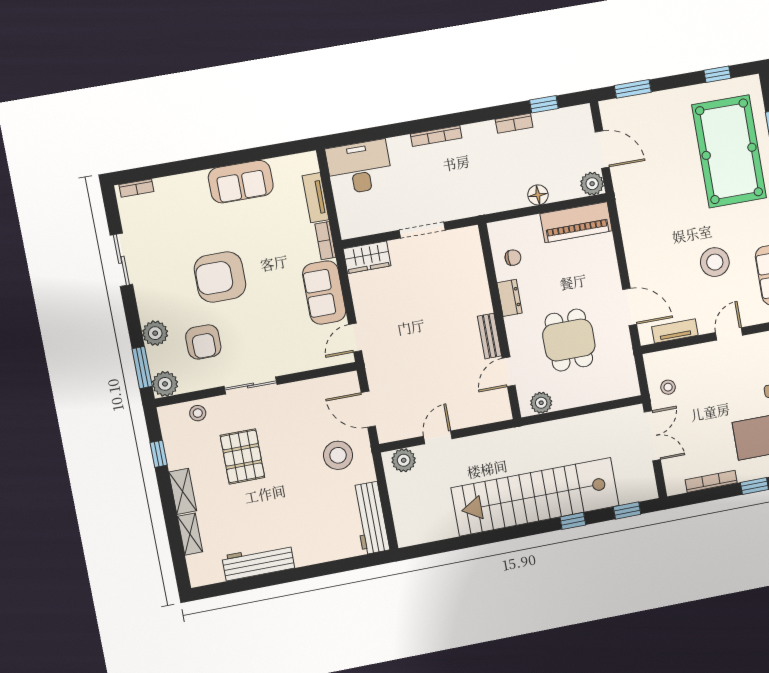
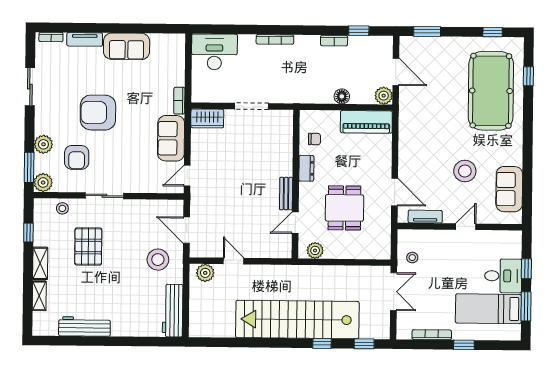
tv unit: (316, 198) -> (85, 39), moved, turned -90
door: (438, 437) -> (234, 261), hinge flipped

